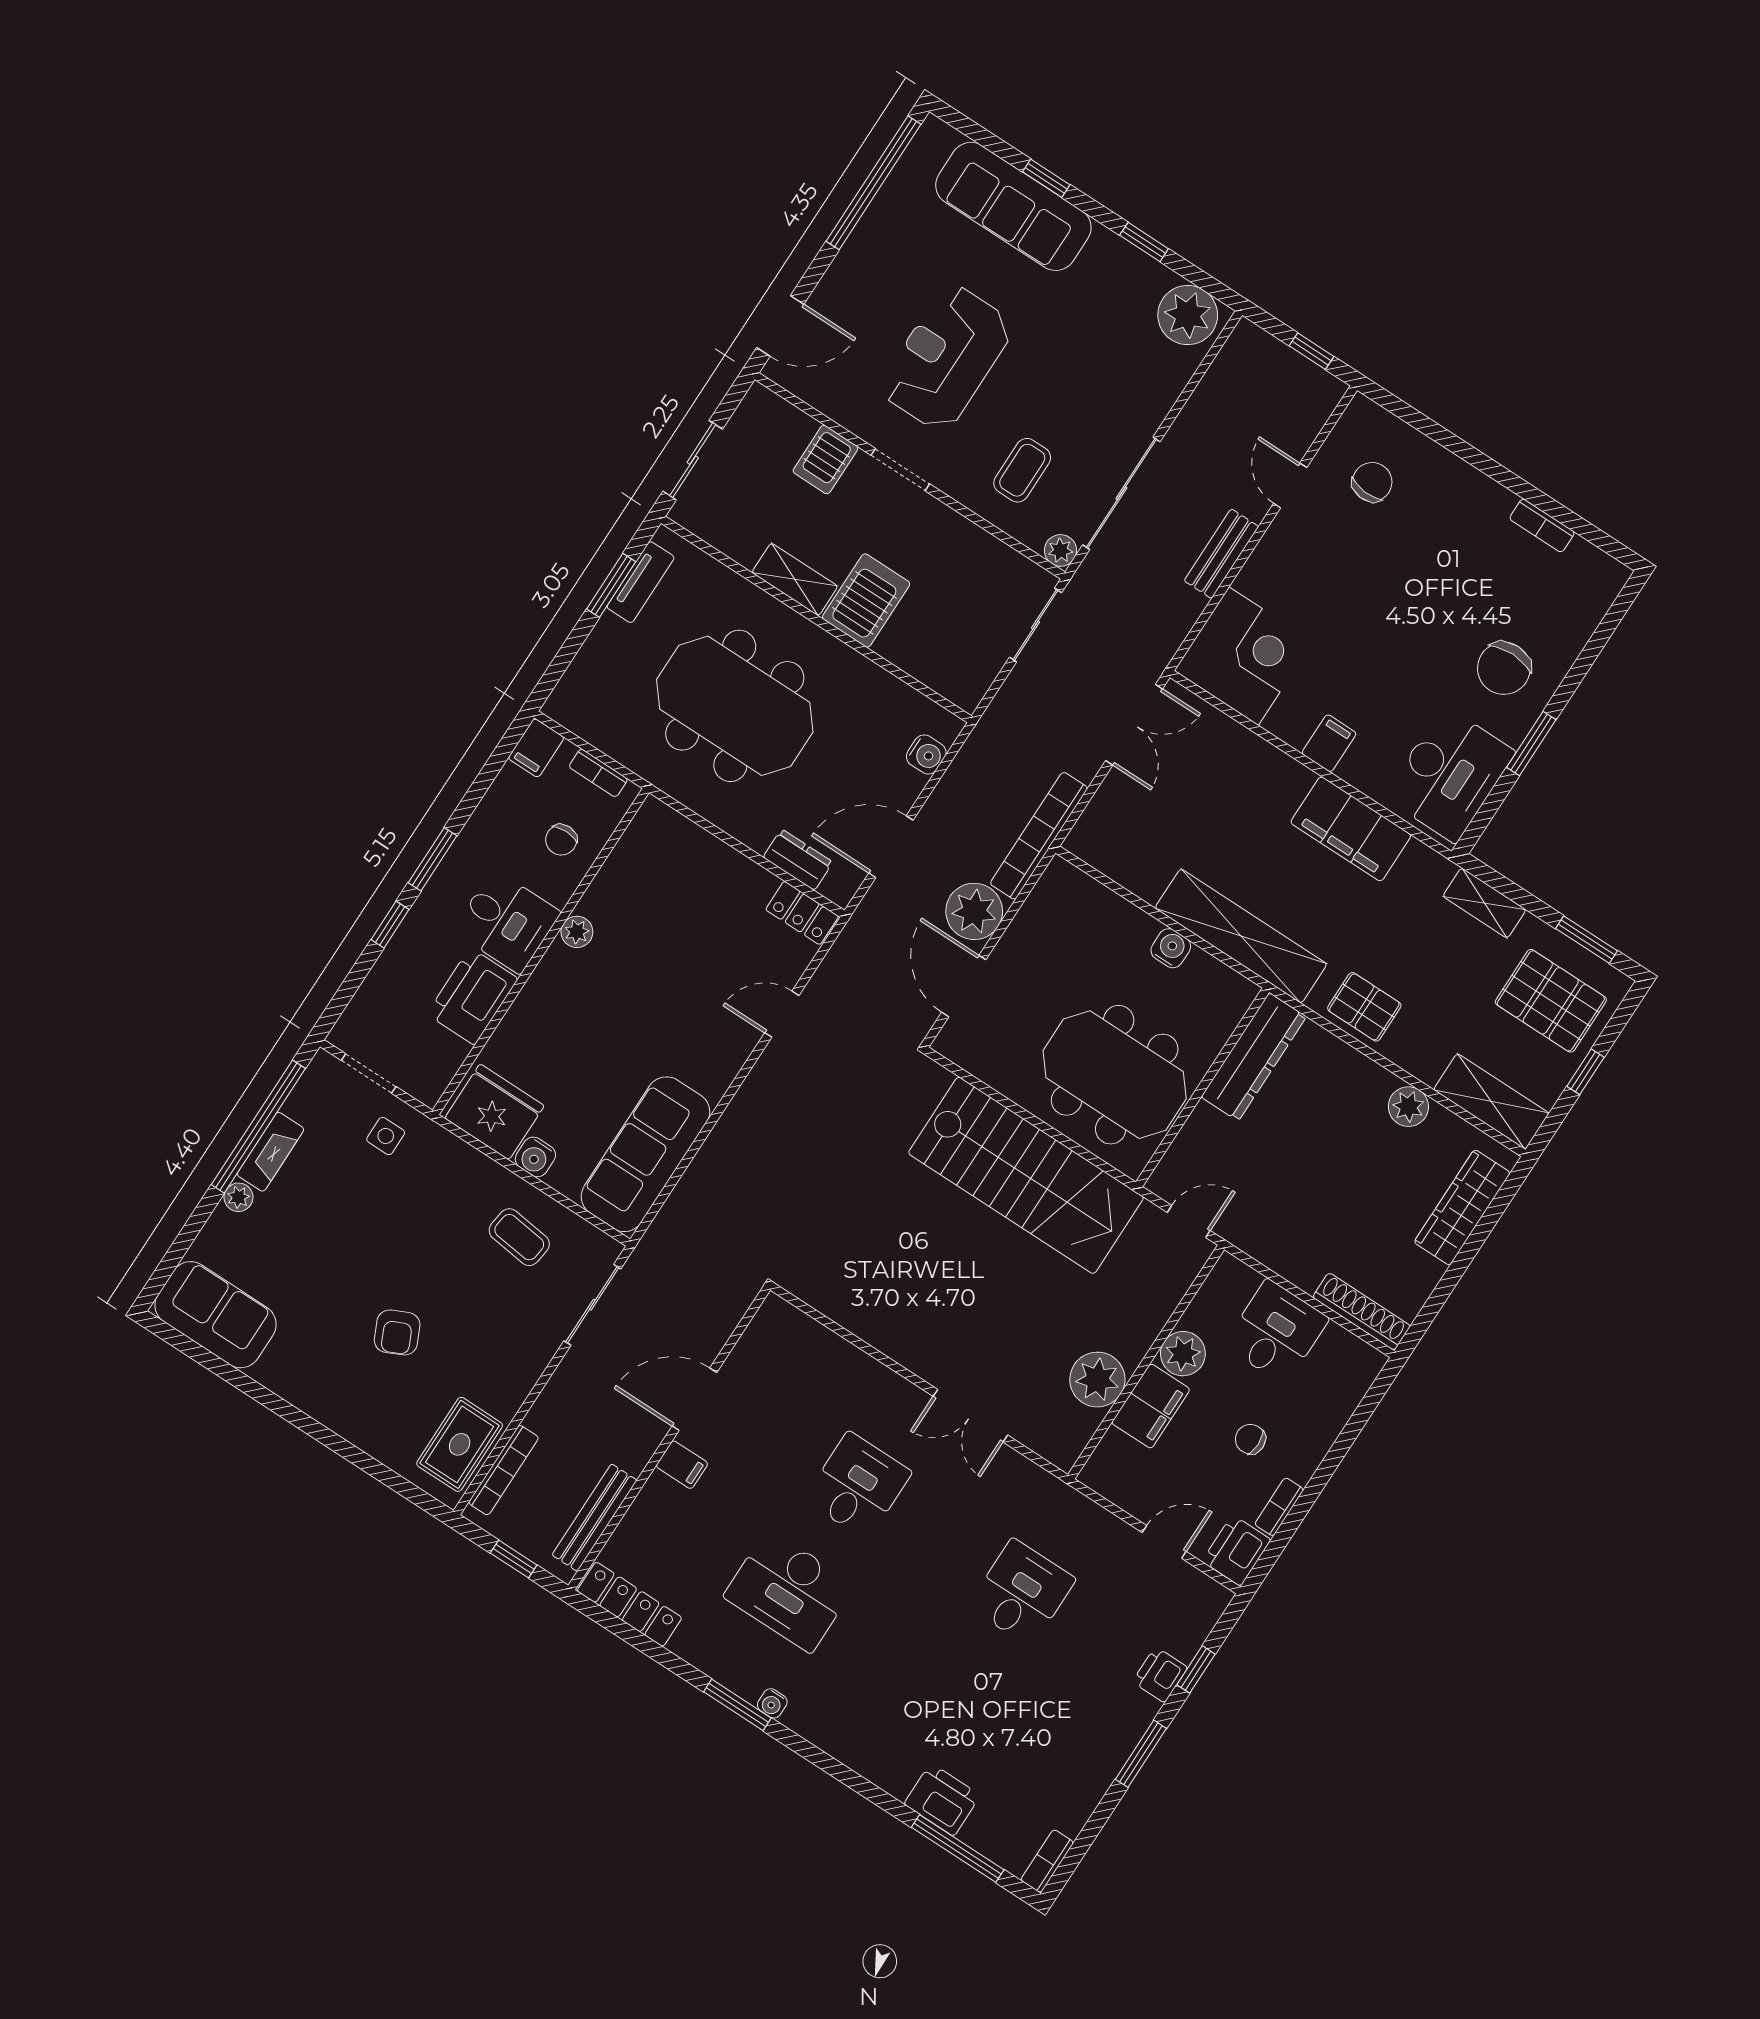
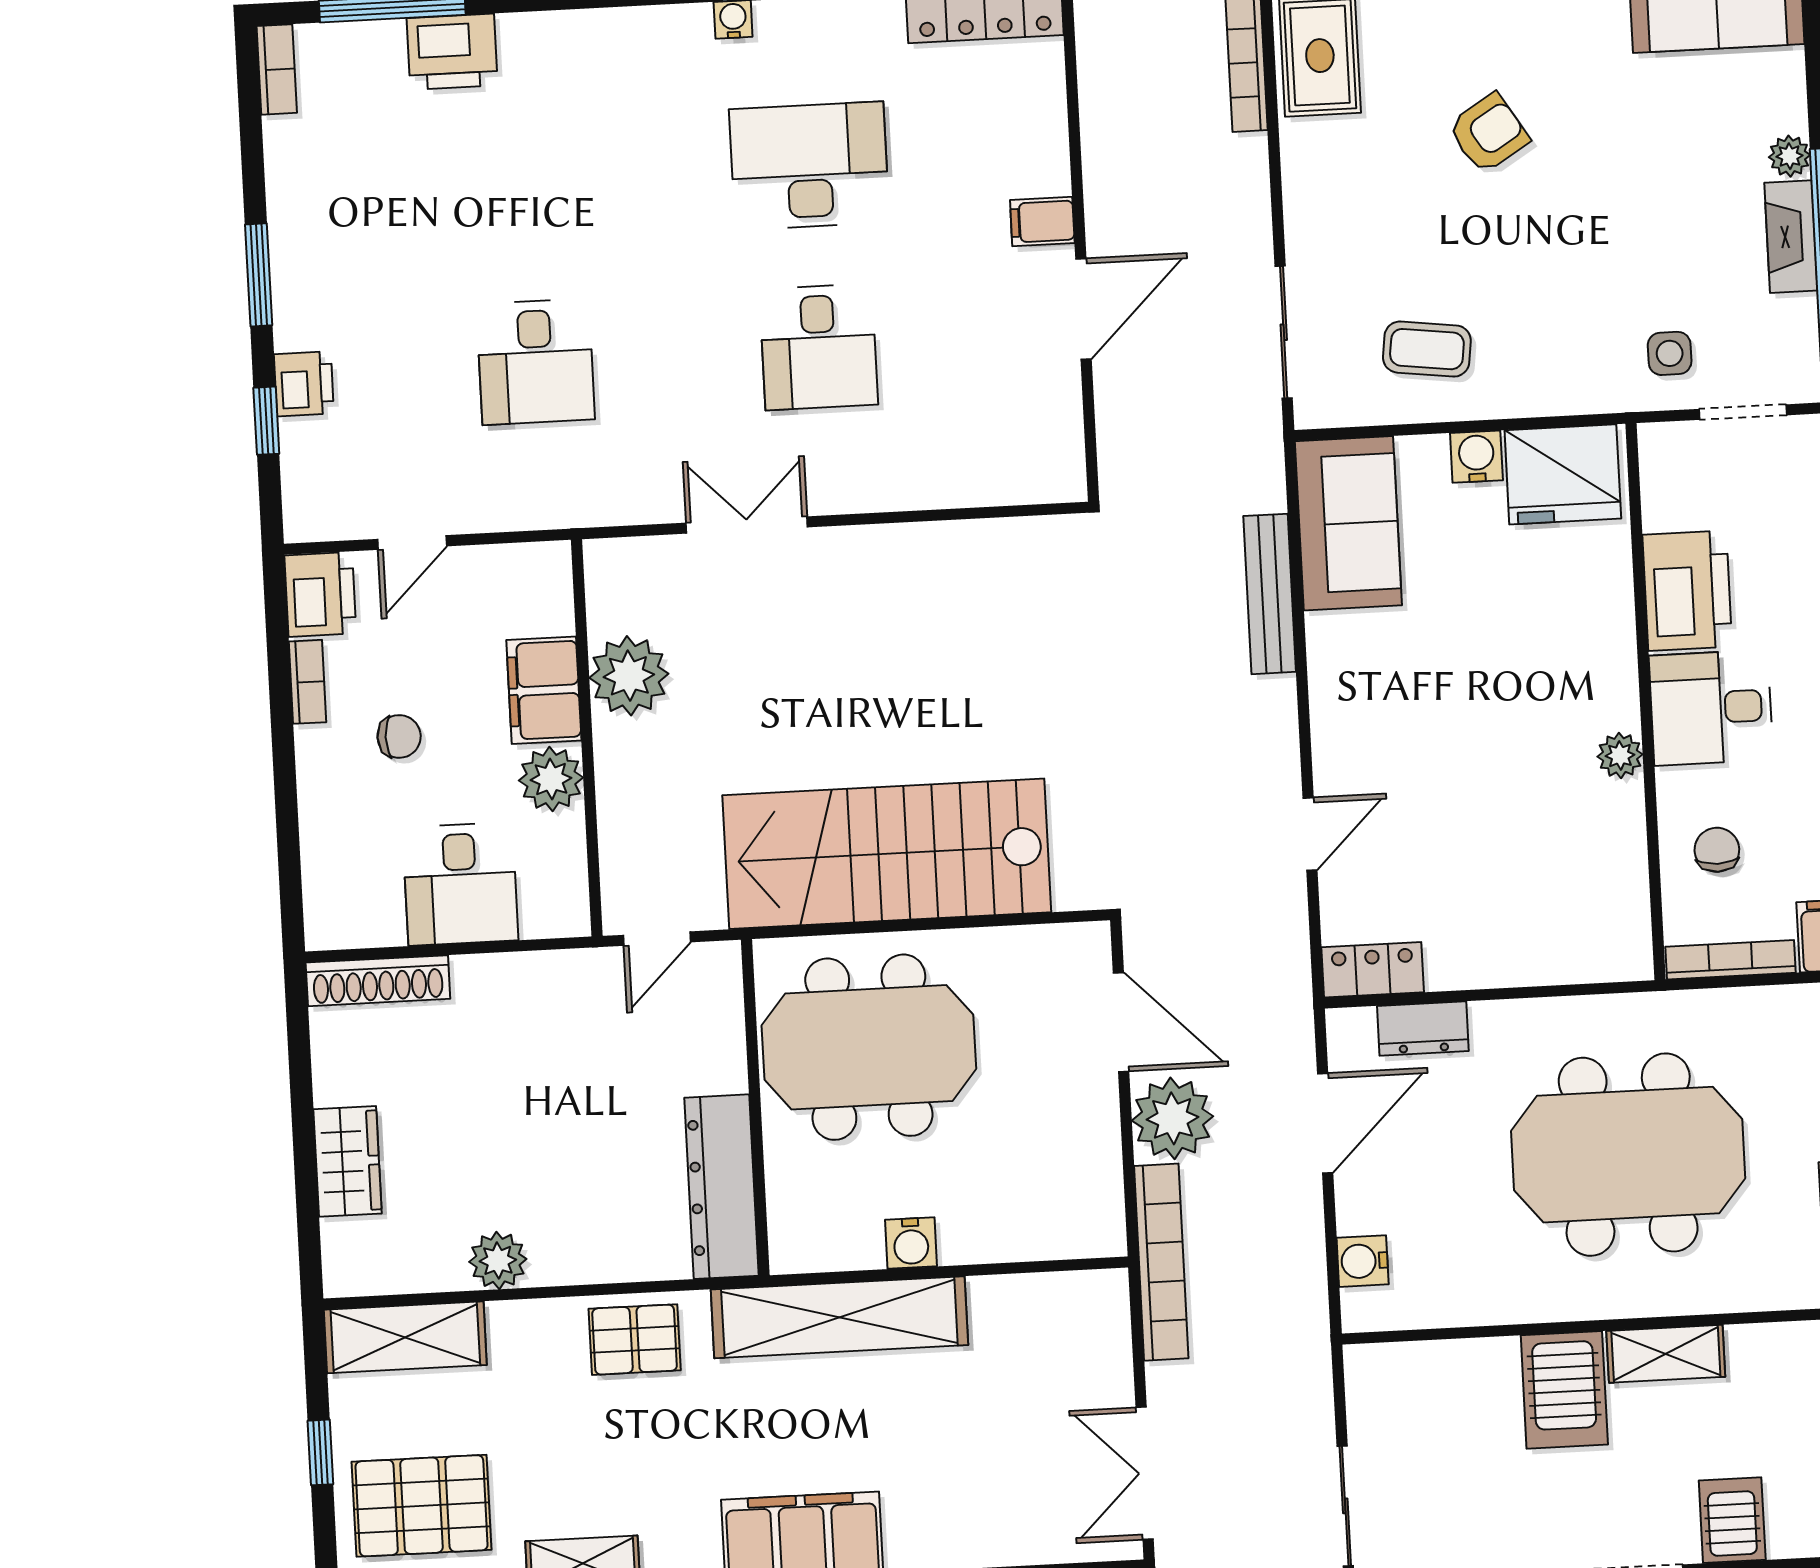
bookcase: (598, 773) -> (1730, 960), width x1.56
sofa: (645, 1154) -> (1348, 523), width x0.73
wardrobe: (1462, 1207) -> (347, 1161), width x0.67
armchair: (397, 1332) -> (1489, 133), turned 83
bench: (594, 1518) -> (1270, 594), moved

